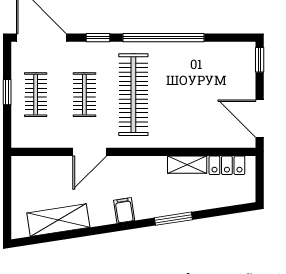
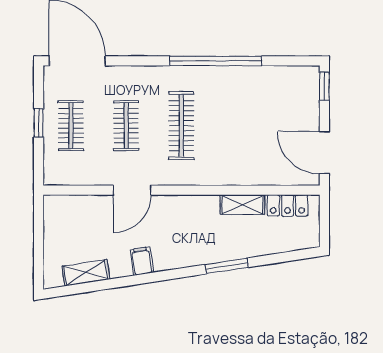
window: (98, 38) -> (141, 61), removed
clothes rail: (133, 95) -> (181, 126), width x0.73, depth x0.76
filing cabinet: (124, 210) -> (142, 261), moved
shelving: (58, 220) -> (86, 273), width x0.67, depth x0.75

